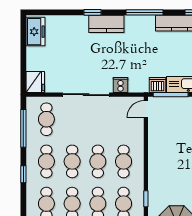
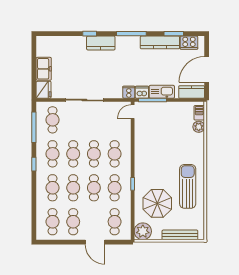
freezer: (35, 32) -> (44, 69), moved
cooker: (120, 85) -> (129, 92), moved

